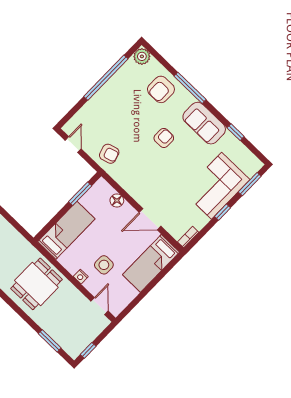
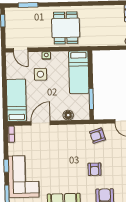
armchair: (164, 138) -> (95, 169), moved

